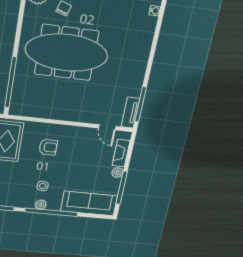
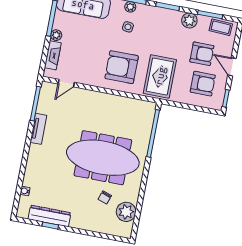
tv unit: (130, 113) -> (38, 129), moved
door: (107, 127) -> (66, 83), swing flipped
armchair: (48, 147) -> (122, 67), width x1.88, depth x1.88

